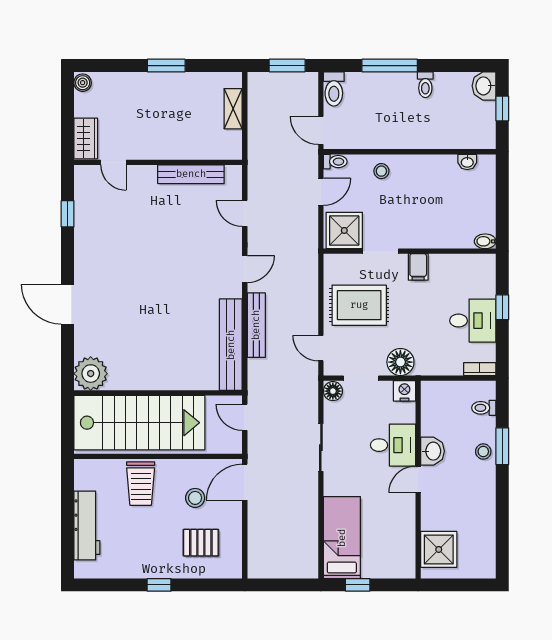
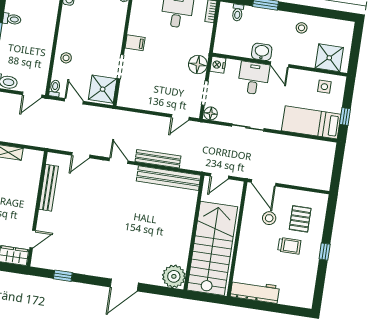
rug: (359, 305) -> (155, 87), removed
stool: (483, 452) -> (302, 28), moved
trolley: (141, 484) -> (289, 246), moved, width x0.73, depth x0.72
workbench: (87, 526) -> (255, 291), moved
side table: (396, 549) -> (324, 87), added

